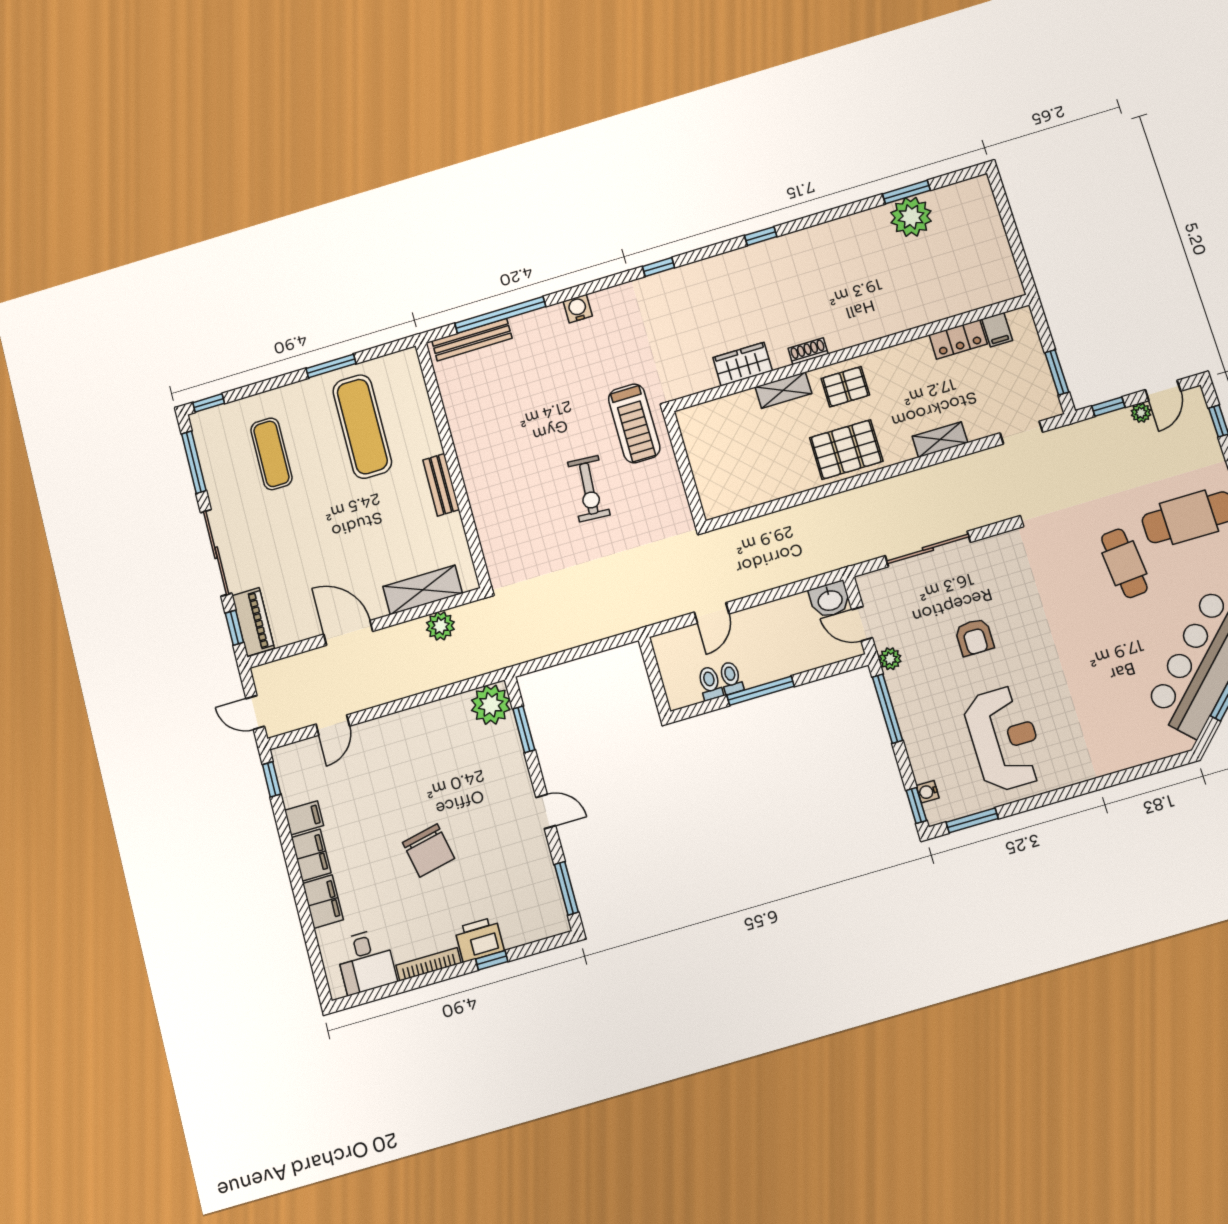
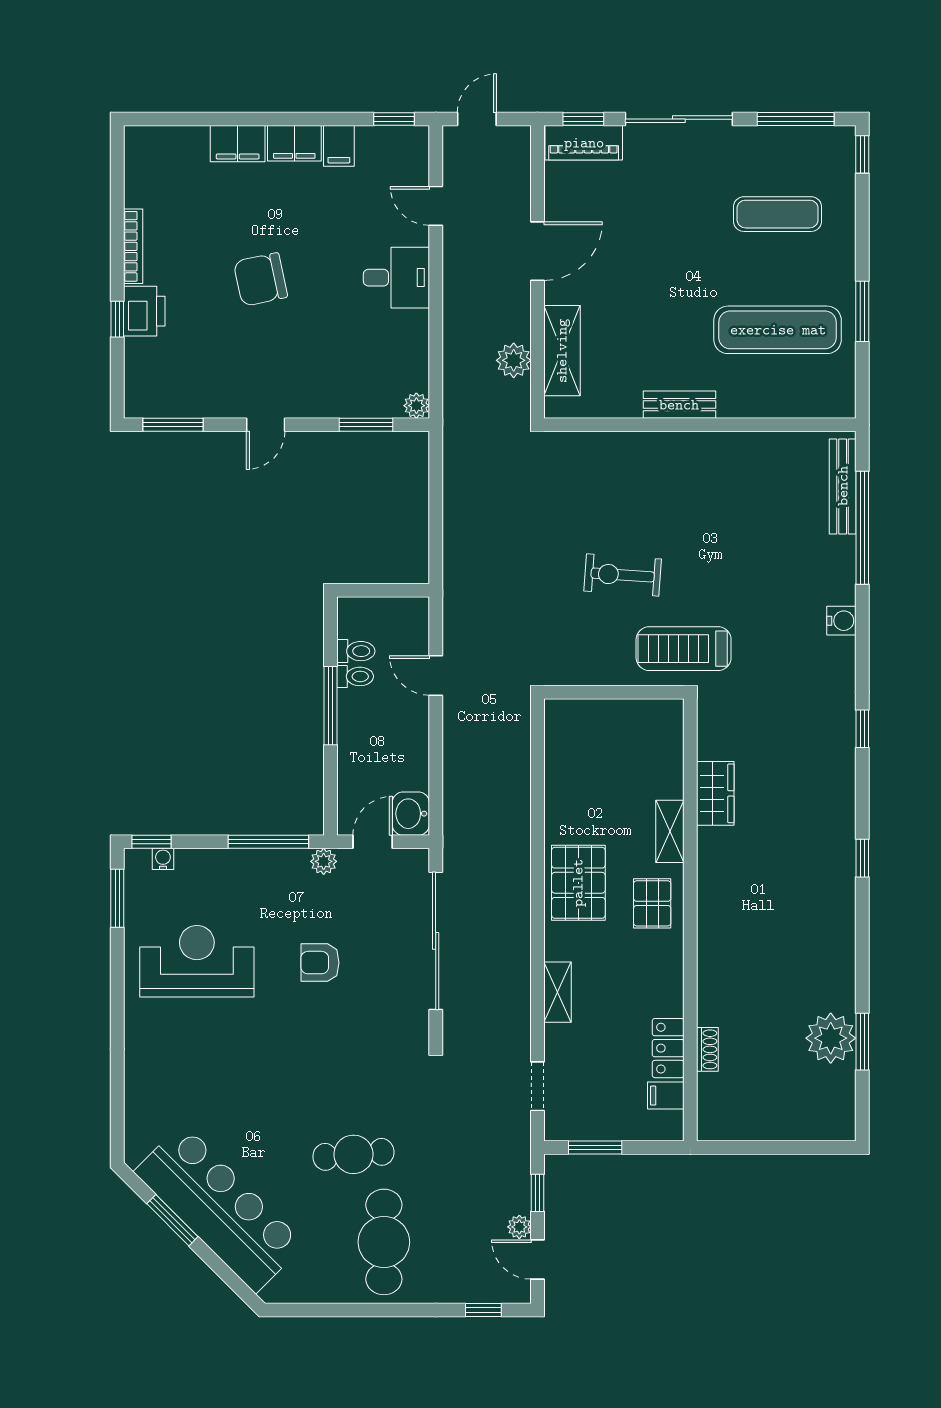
shoe rack: (808, 351) -> (707, 1049), moved
sliding door: (928, 549) -> (436, 941), width x1.36
plant: (491, 705) -> (416, 406), width x0.53, depth x0.53
reception desk: (1004, 739) -> (197, 961), turned 180
desk: (366, 962) -> (396, 278), moved, turned 180

